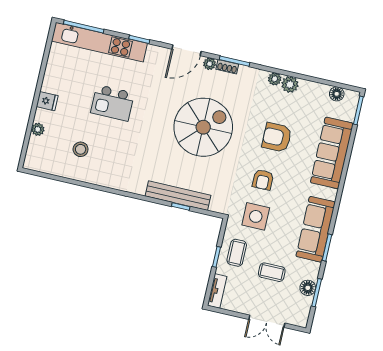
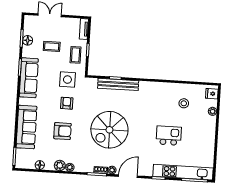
floor lamp: (337, 94) -> (40, 165), moved
fridge: (47, 101) -> (212, 94), moved

